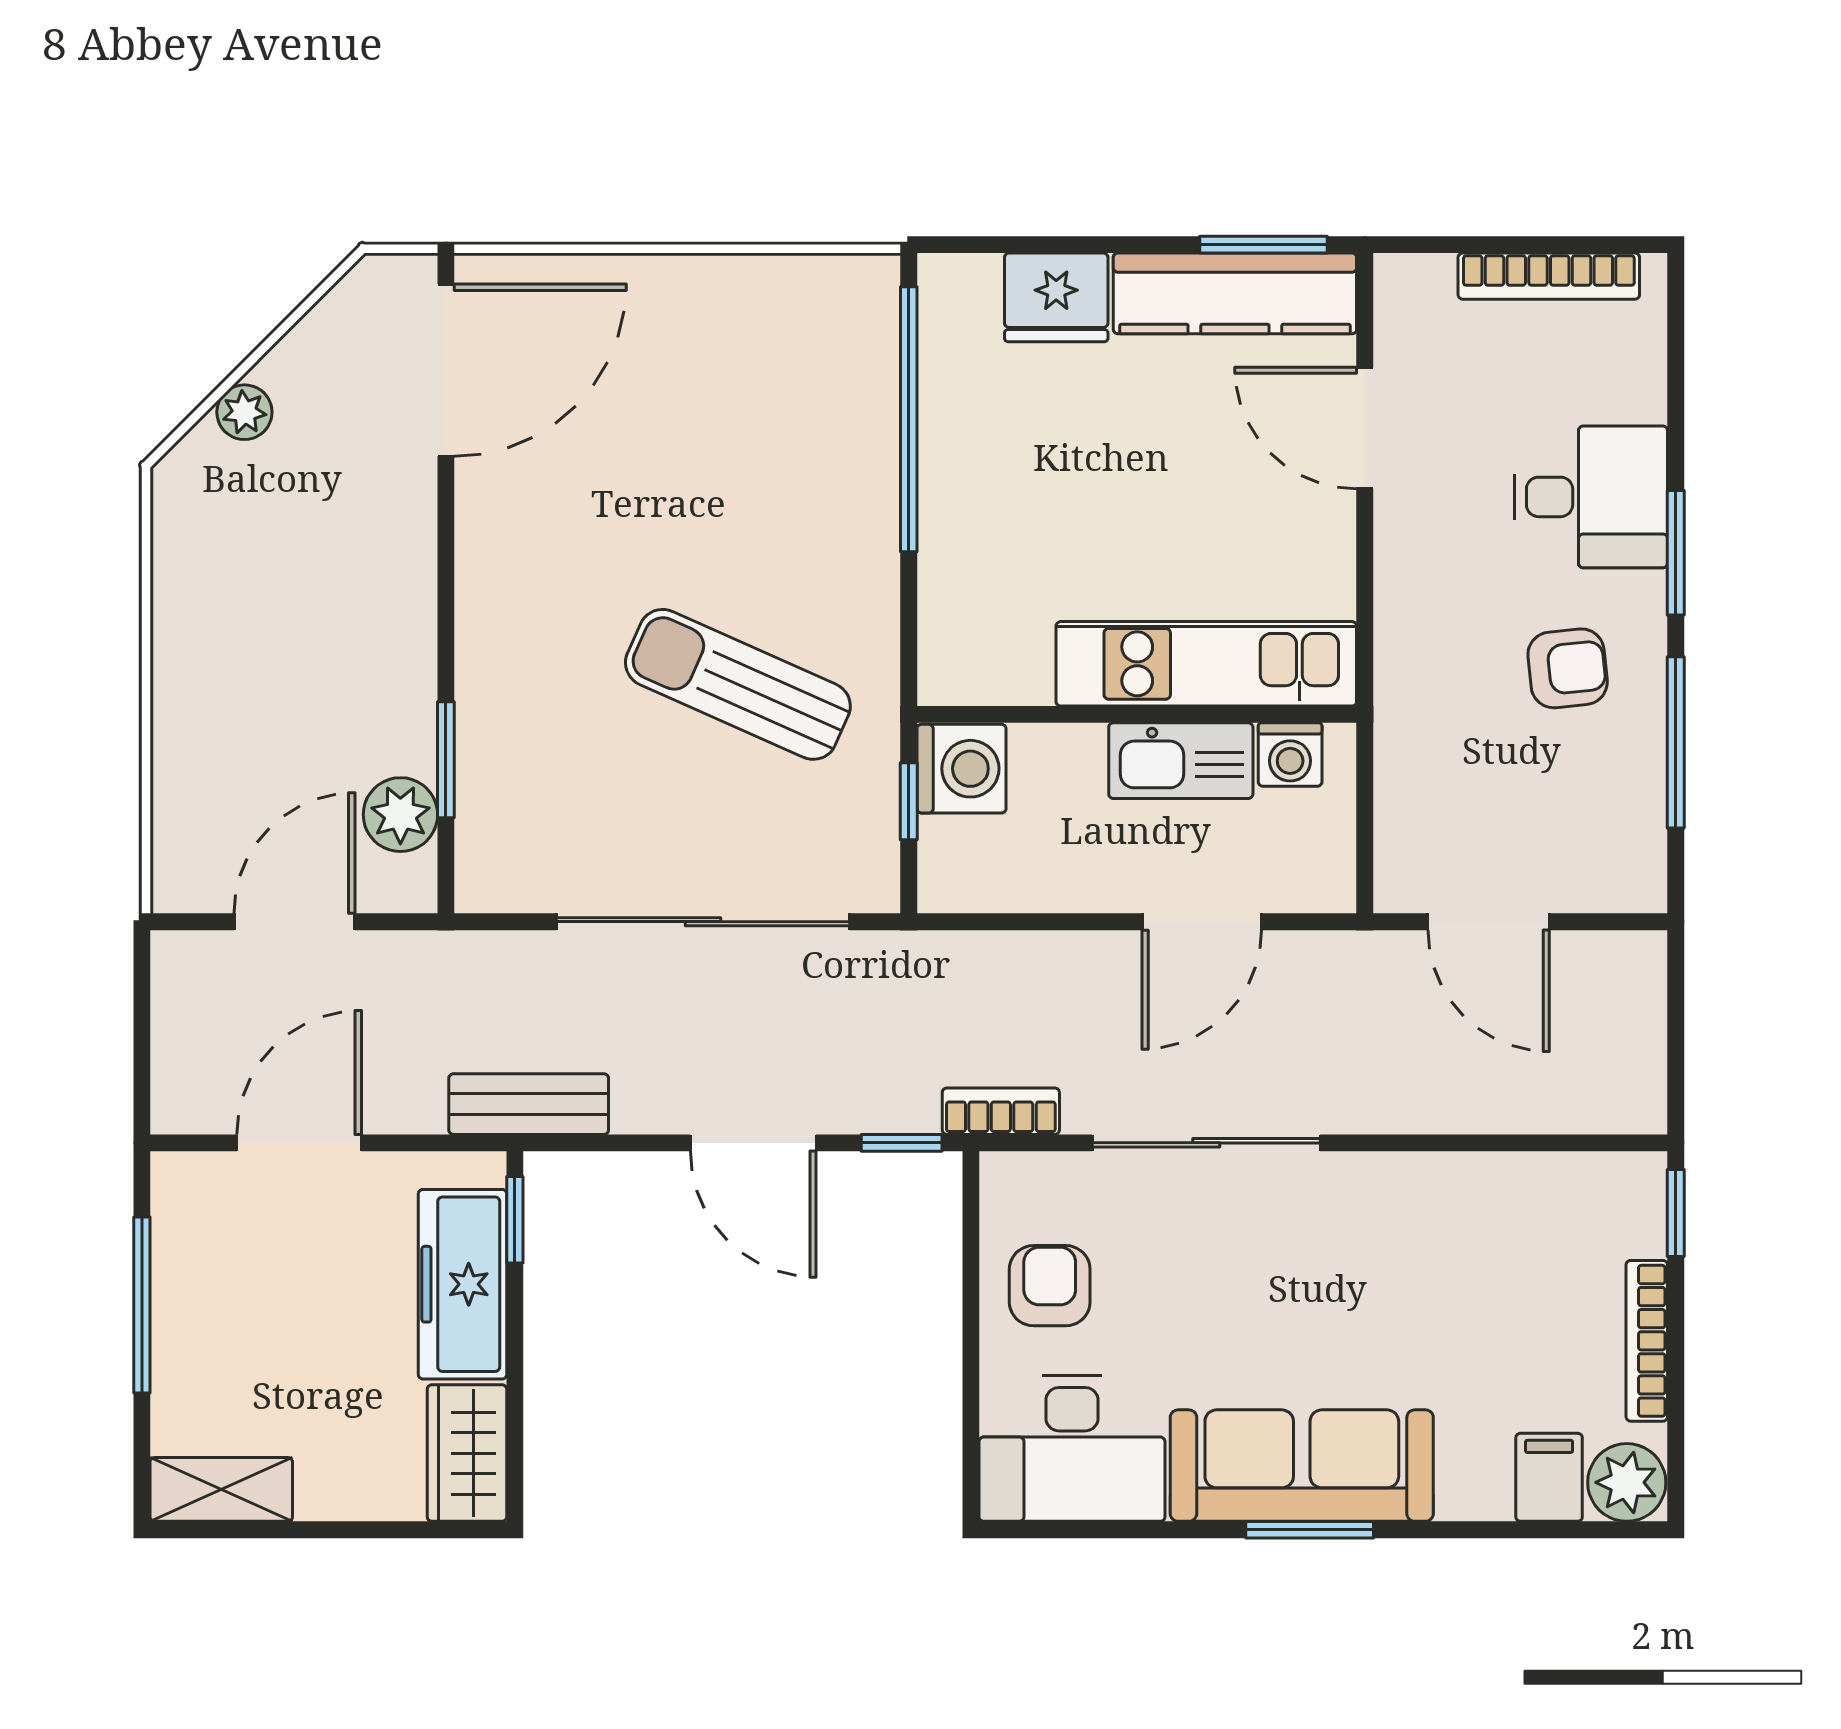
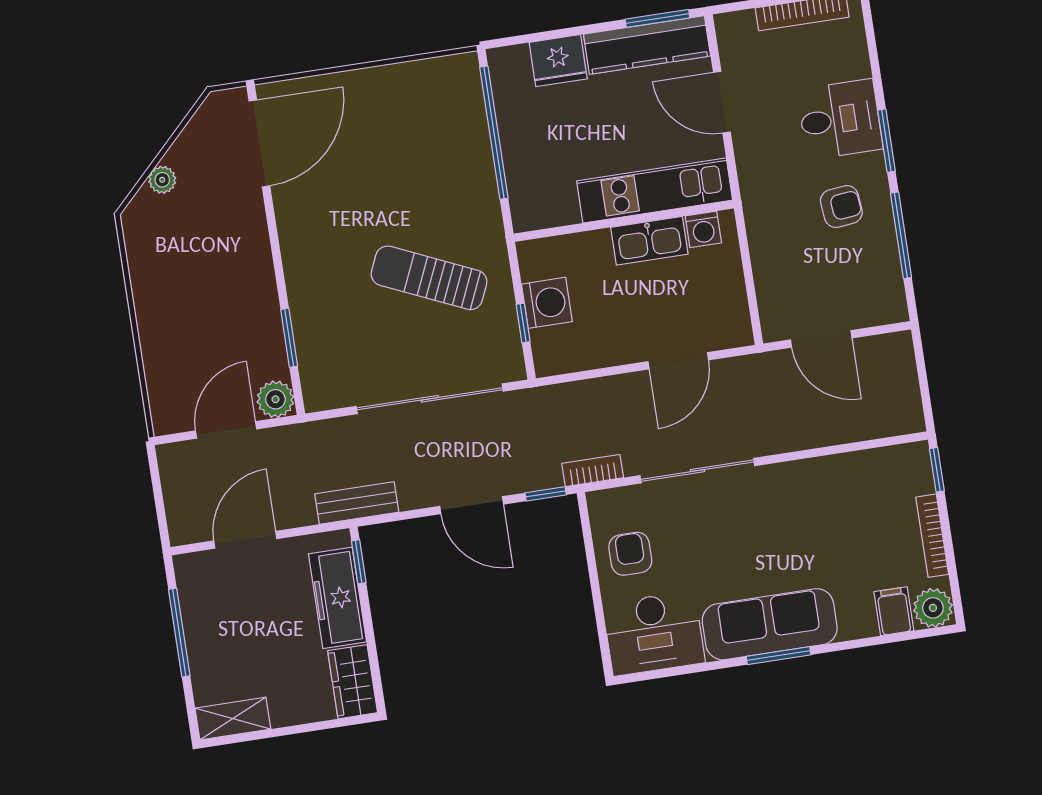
kitchen unit: (1206, 664) -> (655, 191), moved
wall: (1137, 714) -> (624, 221), moved
washing machine: (1290, 755) -> (703, 229), moved
kitchen sink: (1181, 761) -> (649, 241), moved
plant: (400, 815) -> (275, 399), moved

